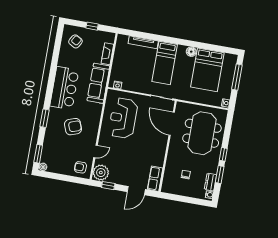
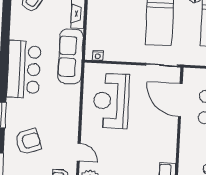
armchair: (73, 127) -> (28, 141), moved
door: (96, 151) -> (79, 152), hinge flipped

